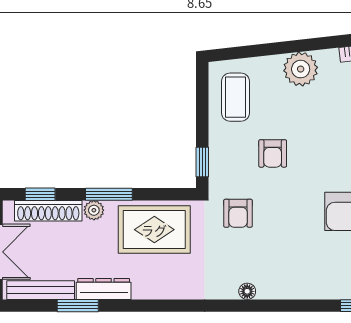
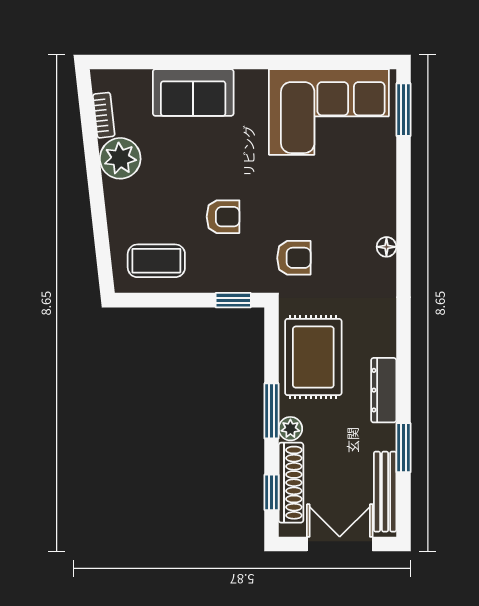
plant: (301, 69) -> (120, 158), moved
dresser: (104, 289) -> (384, 390), moved

